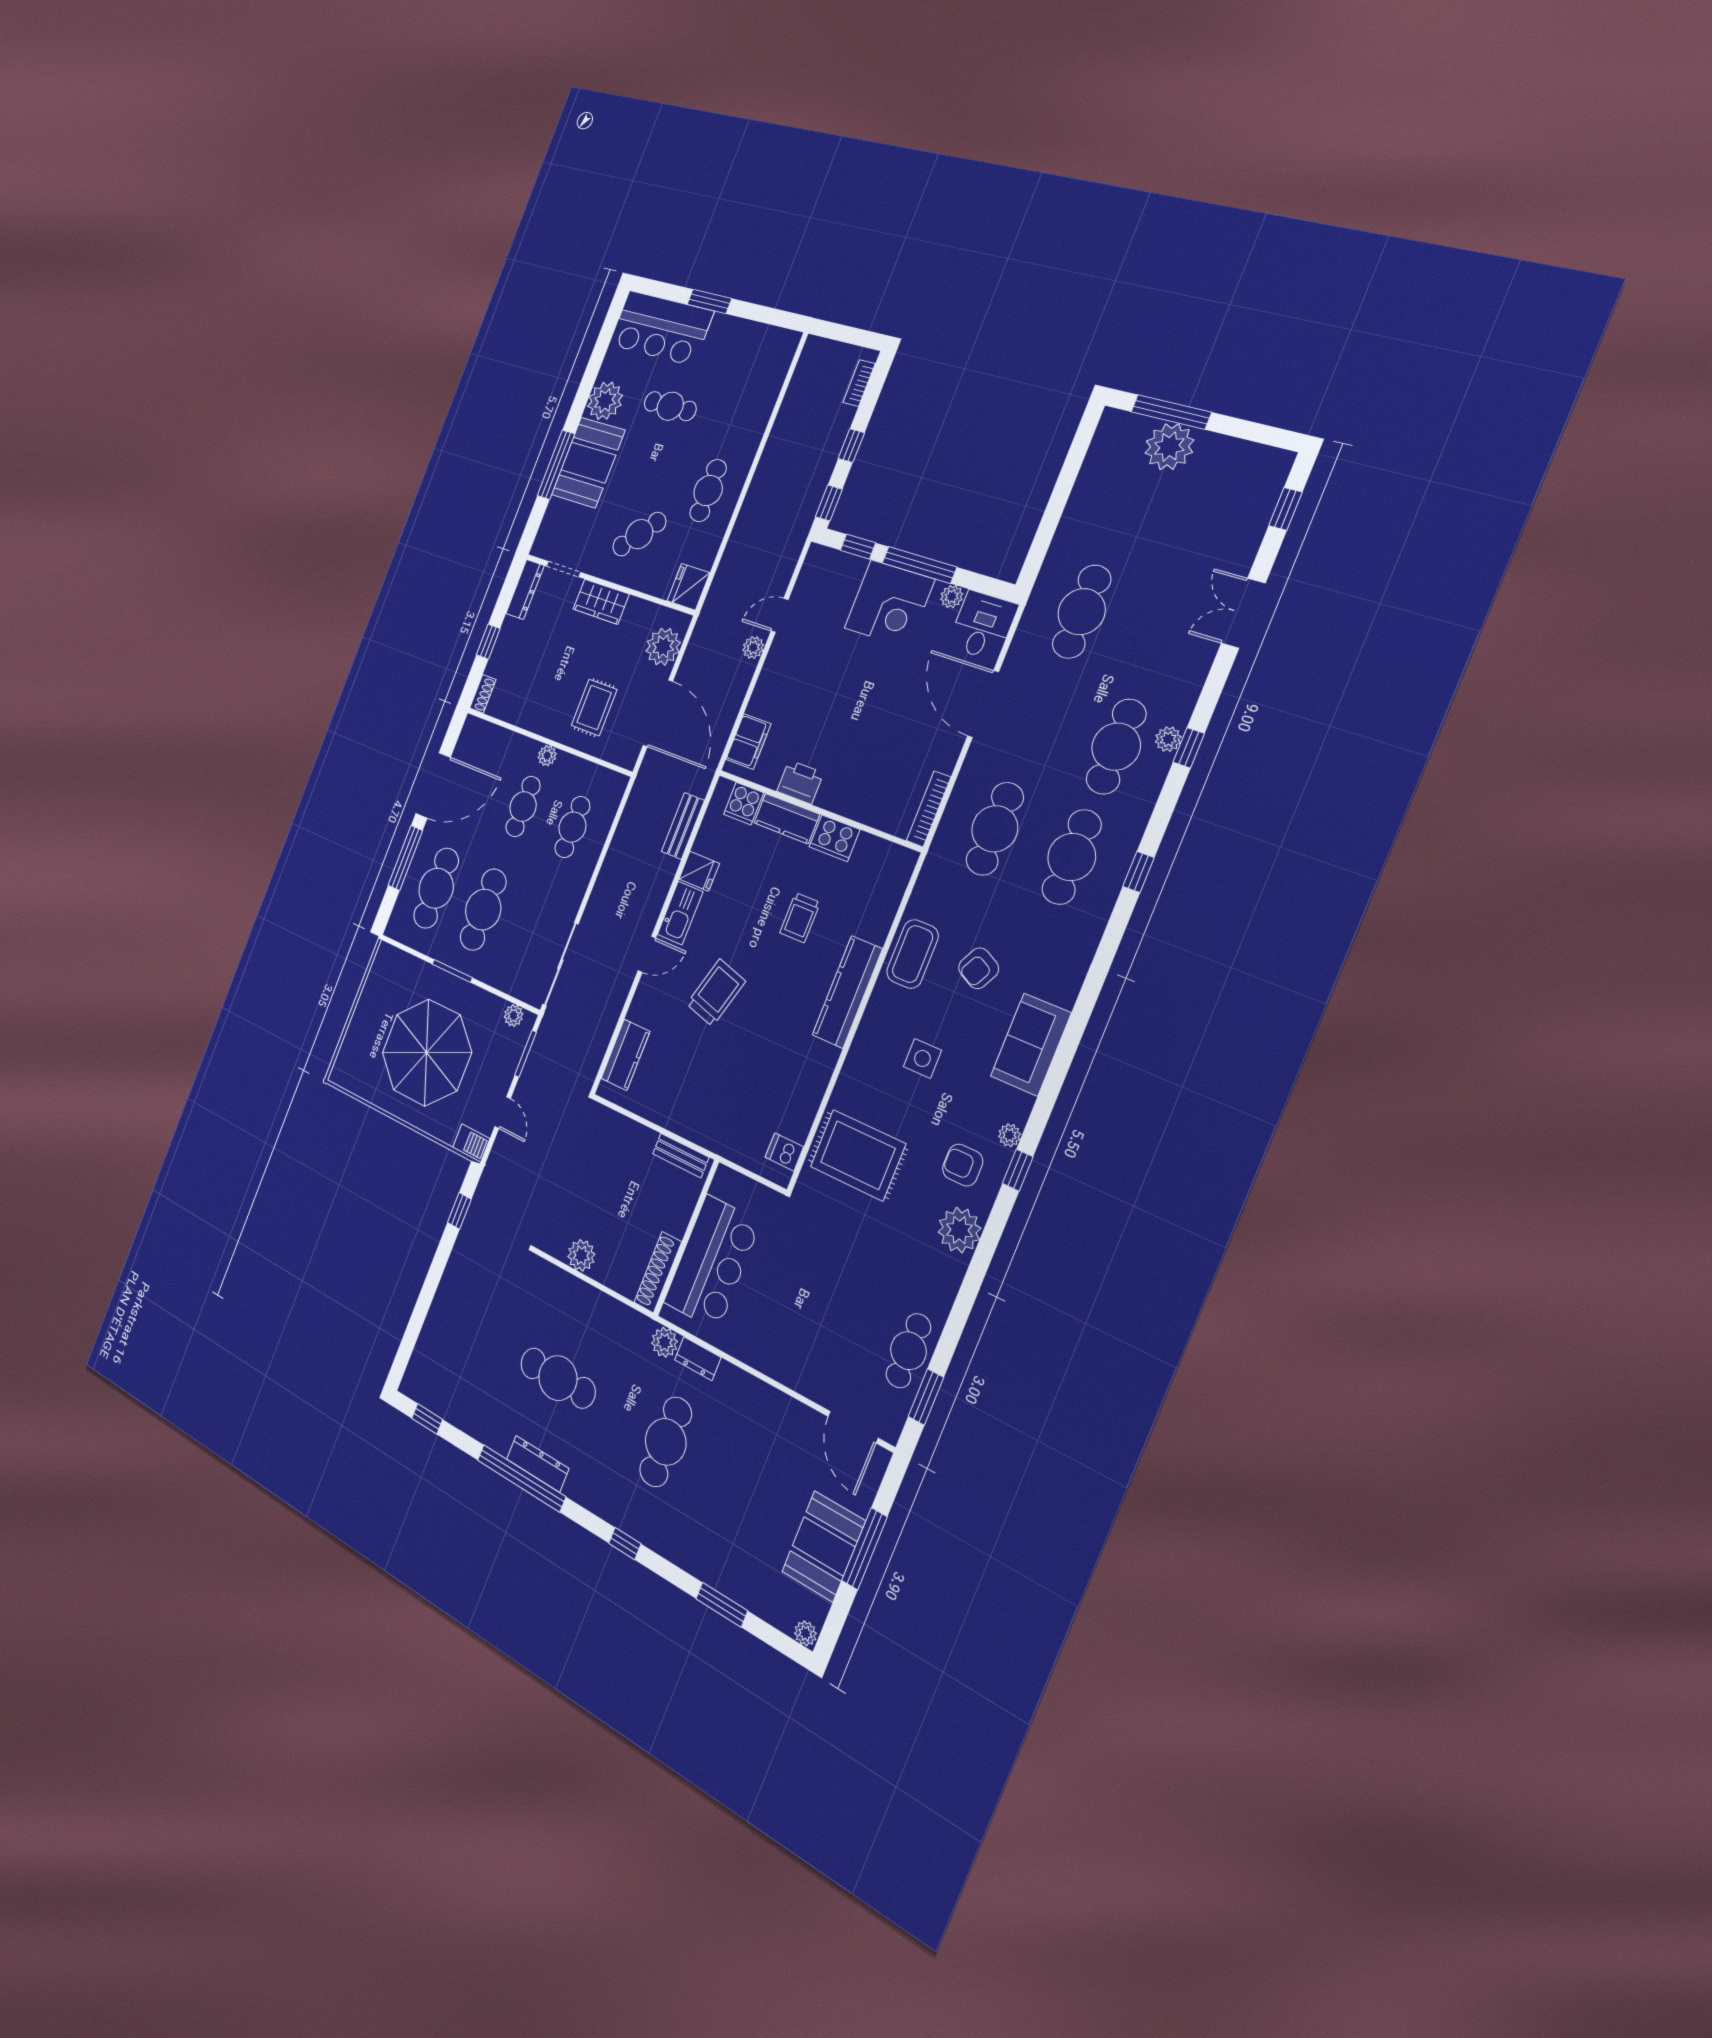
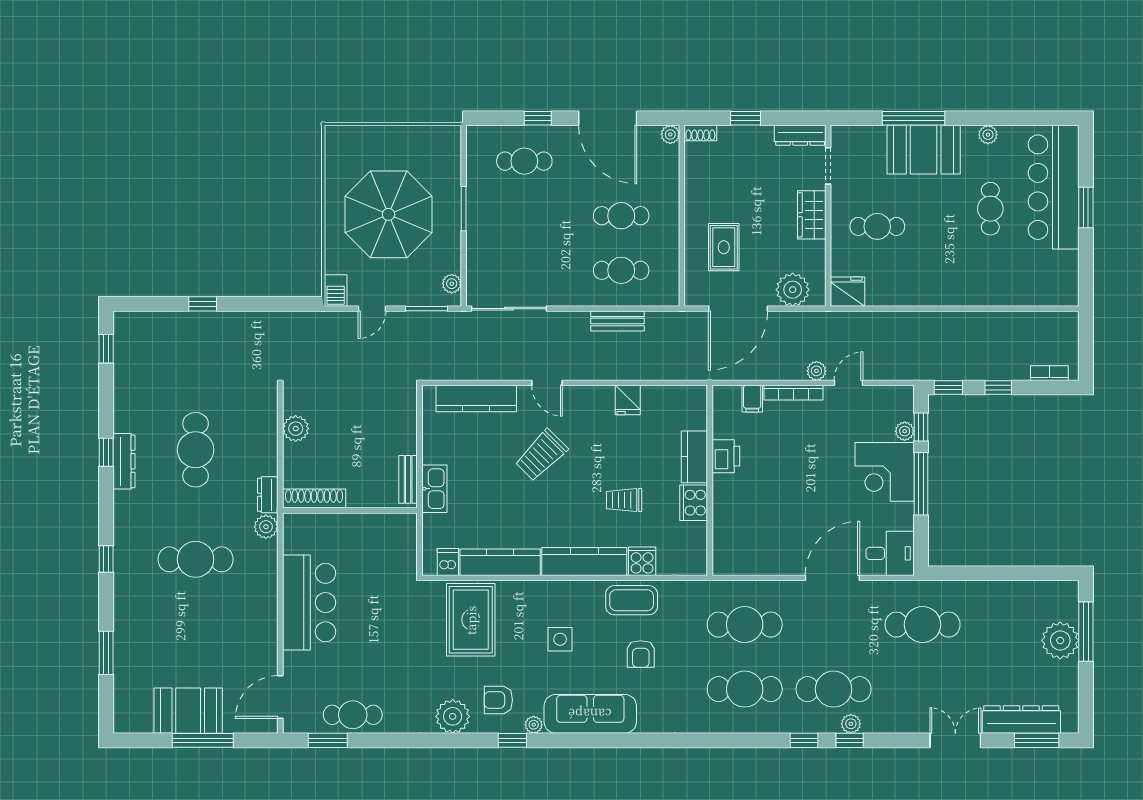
bar counter: (661, 328) -> (1054, 187), width x1.36
plant: (605, 401) -> (988, 135), width x0.53, depth x0.53
cafe table: (708, 491) -> (930, 275), removed
window: (1285, 509) -> (1037, 740), width x1.50
dresser: (1250, 521) -> (1021, 720), added
cafe table: (639, 534) -> (877, 226), turned -41
plant: (952, 597) -> (905, 431), moved
door: (780, 615) -> (848, 383), hinge flipped
rug: (594, 708) -> (724, 247), turned 90
filing cabinet: (748, 742) -> (752, 399), width x0.50
plant: (547, 756) -> (670, 134), moved
cooker: (744, 804) -> (642, 561), moved, turned 90
bookcase: (929, 809) -> (794, 393), moved, turned 180
bench: (683, 826) -> (618, 321), moved
window: (405, 858) -> (538, 118), width x0.46
window: (1138, 872) -> (804, 740), moved
cafe table: (436, 888) -> (524, 161), width x0.73, depth x0.74
cafe table: (483, 910) -> (524, 216), removed
kitchen sink: (680, 913) -> (434, 489), moved, turned -90
armchair: (979, 968) -> (641, 654), turned -118
trolley: (716, 993) -> (541, 455), turned 119
sofa: (1031, 1045) -> (590, 714), width x1.36
kitchen counter: (625, 1055) -> (476, 399), width x1.50
kitchen counter: (809, 1091) -> (500, 562), added
armchair: (963, 1165) -> (498, 700), turned -90
window: (459, 1211) -> (203, 304), moved
bar counter: (712, 1262) -> (309, 603), moved, turned -90
dresser: (698, 1359) -> (268, 495), moved
window: (521, 1478) -> (106, 452), width x0.32
plant: (805, 1633) -> (122, 723), removed

